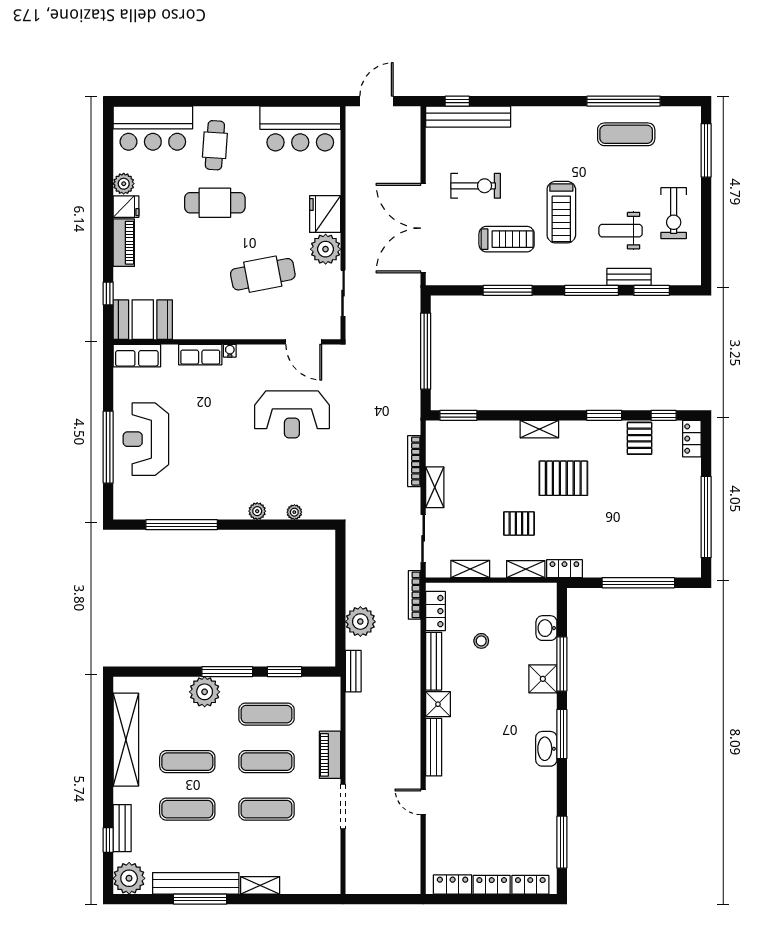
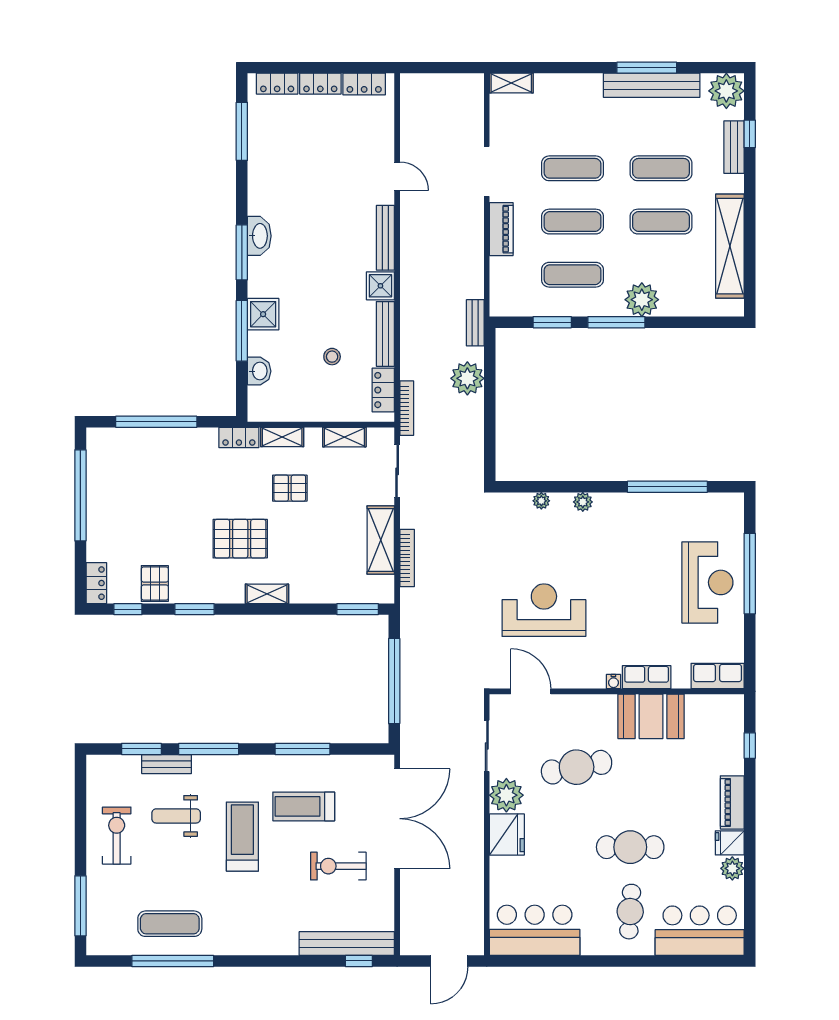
weight bench: (621, 231) -> (176, 816), turned 180
booth: (143, 320) -> (651, 716), moved
shelving: (435, 487) -> (381, 540), width x1.50, depth x1.33
shelving: (260, 885) -> (511, 83), moved

